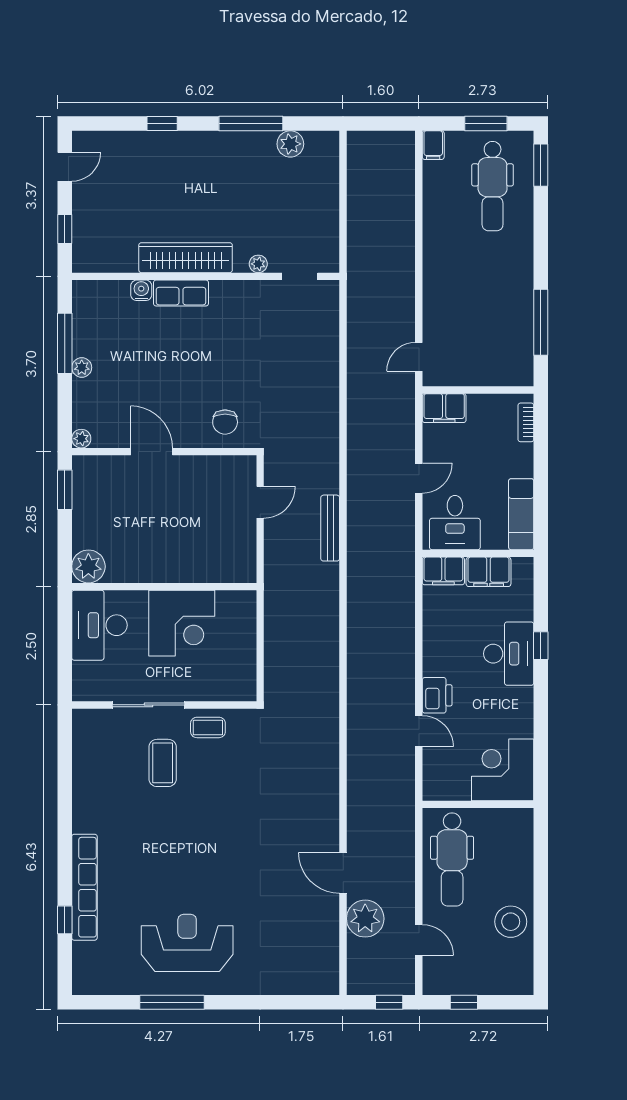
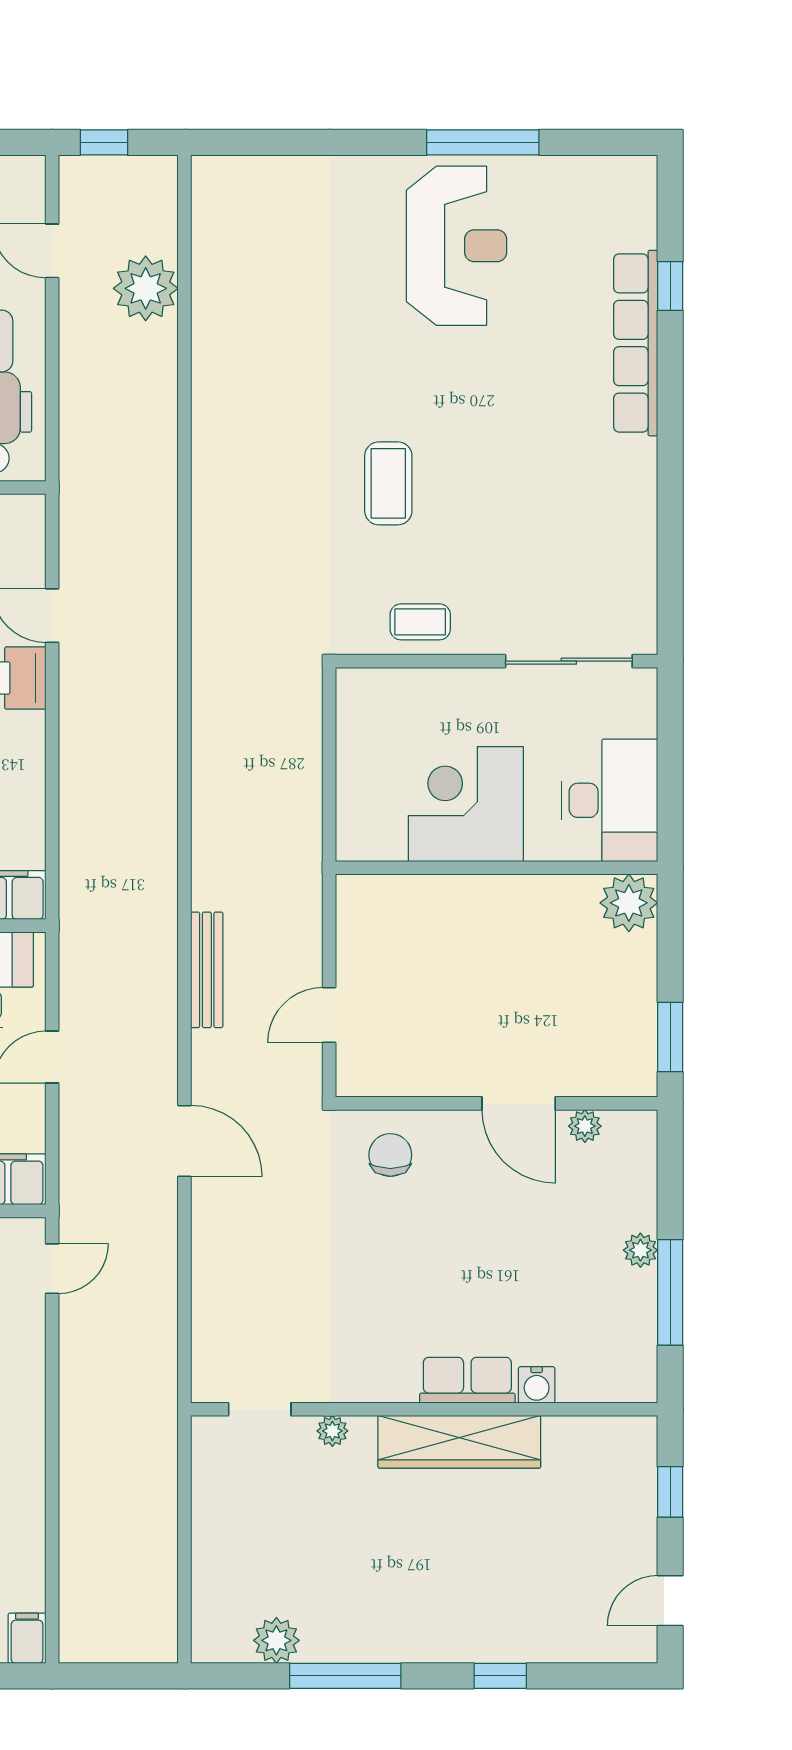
plant: (81, 439) -> (585, 1126), moved
sliding door: (148, 705) -> (569, 661), moved
coffee table: (163, 763) -> (388, 483), moved
door: (343, 873) -> (184, 1141), moved
reception desk: (187, 943) -> (457, 246), turned -90

